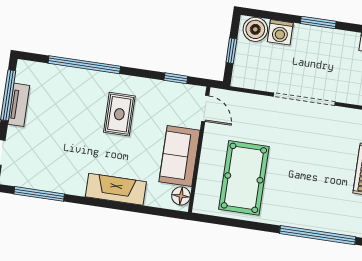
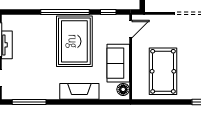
window: (84, 65) -> (65, 12), moved
door: (205, 108) -> (131, 29), hinge flipped
rug: (119, 114) -> (74, 41), width x1.86, depth x2.06

